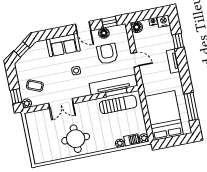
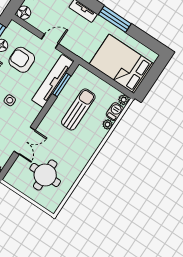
sun lounger: (118, 104) -> (78, 109), moved
window: (191, 107) -> (115, 19), moved
round table: (76, 139) -> (45, 175), moved

